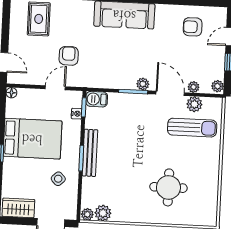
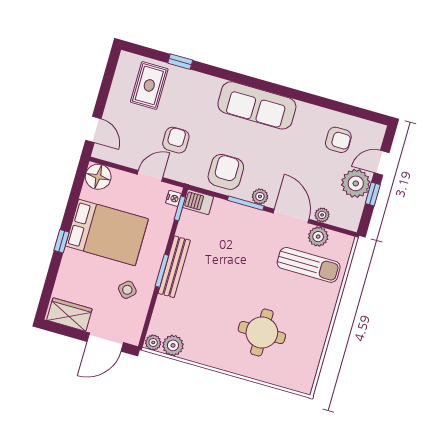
armchair: (193, 27) -> (338, 140), turned 180
armchair: (112, 71) -> (226, 172), added
plant: (217, 86) -> (356, 183), moved, width x1.88, depth x1.88
floor lamp: (11, 93) -> (98, 177), width x1.89, depth x1.89
nightstand: (77, 114) -> (173, 198), moved

